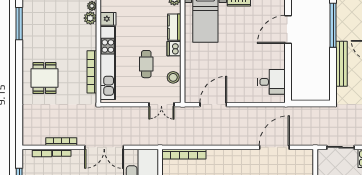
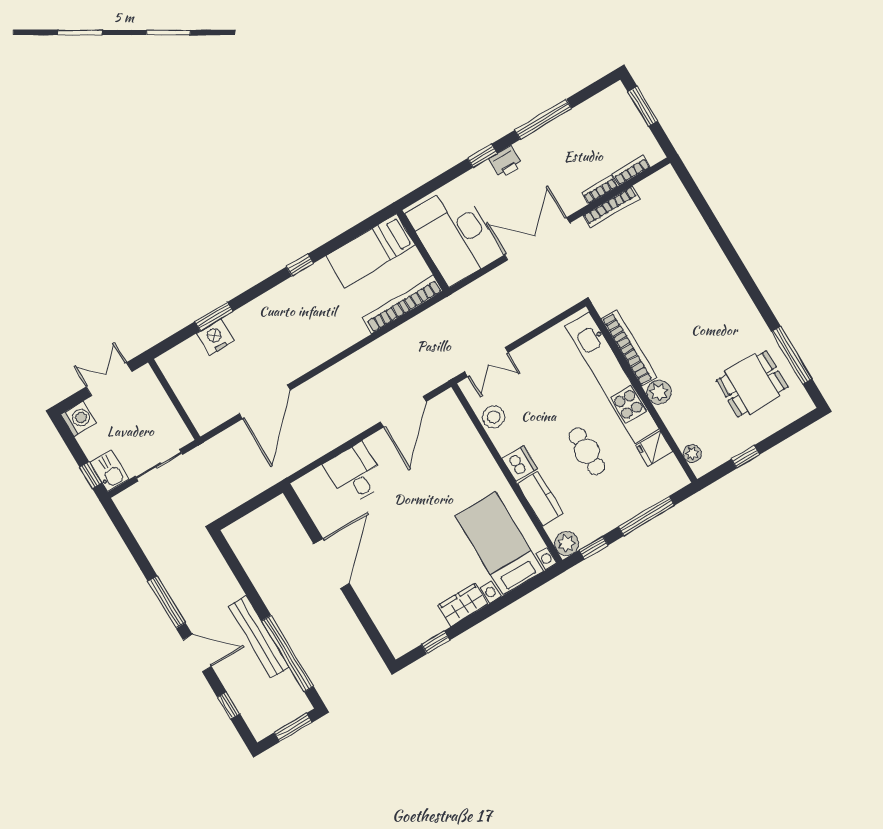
plant: (90, 18) -> (659, 392), moved
door: (288, 29) -> (332, 564), moved
cafe table: (146, 64) -> (587, 451), moved
bench: (342, 64) -> (259, 637), moved
dining table: (45, 78) -> (752, 384), moved, turned 90
desk: (272, 82) -> (355, 474), moved, turned 90
double door: (161, 105) -> (486, 362), swing flipped

